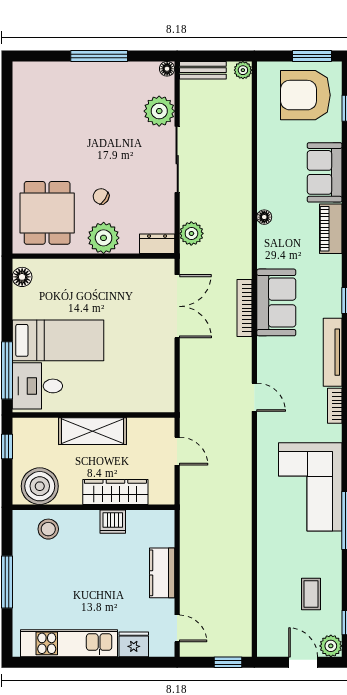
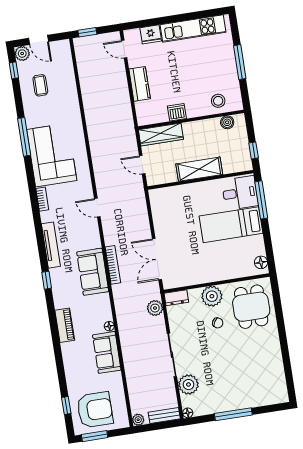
sofa: (325, 172) -> (107, 352), moved, turned 180
bookcase: (335, 406) -> (42, 199), moved
boiler: (40, 486) -> (227, 122), width x0.54, depth x0.54
wardrobe: (115, 492) -> (161, 134), moved

